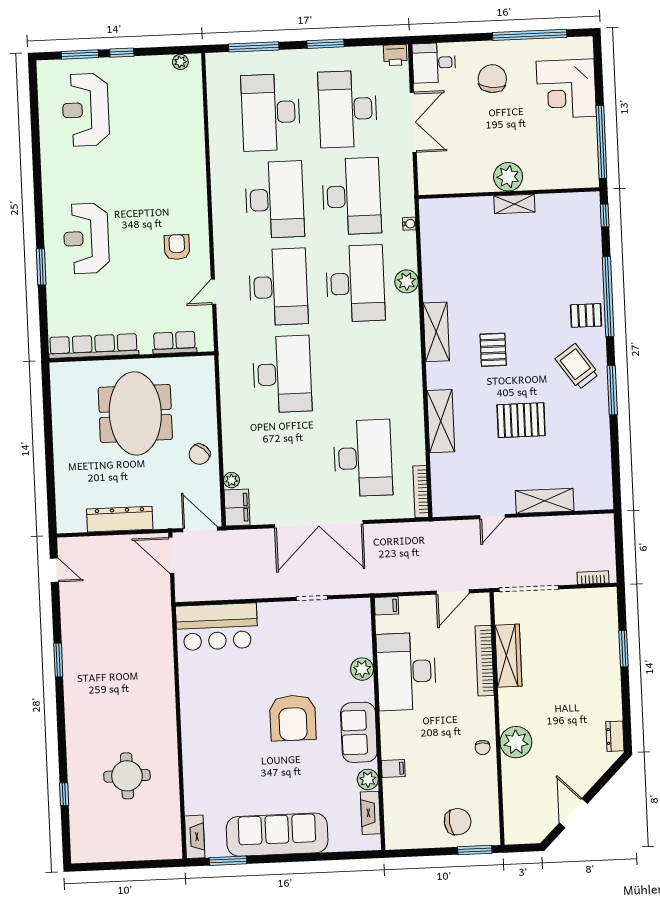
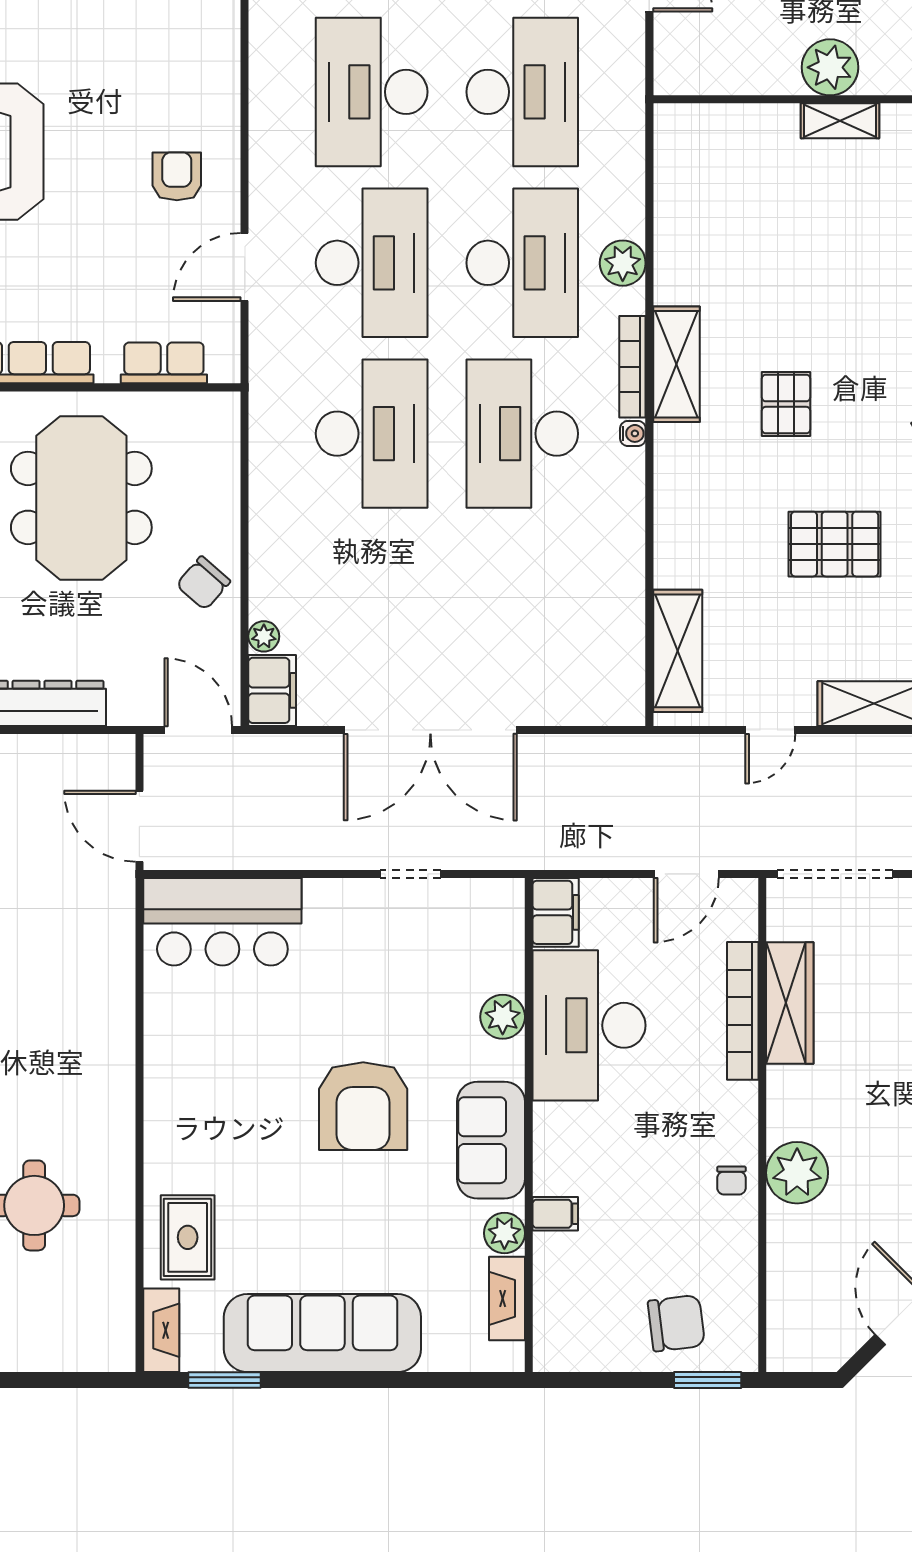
desk: (275, 200) -> (372, 92), turned 180
water cooler: (409, 224) -> (633, 433), moved
door: (214, 292) -> (245, 267), width x1.38
shelving: (441, 421) -> (678, 651), moved
desk: (363, 458) -> (522, 434), moved, turned 180
bookcase: (421, 492) -> (632, 367), moved
door: (171, 555) -> (139, 826), moved
filing cabinet: (386, 606) -> (556, 912), width x2.00
rug: (206, 789) -> (188, 1237), added

